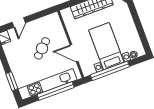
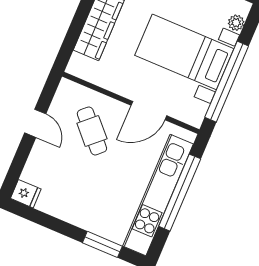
door: (19, 22) -> (35, 123), moved
cafe table: (42, 48) -> (92, 131), moved

